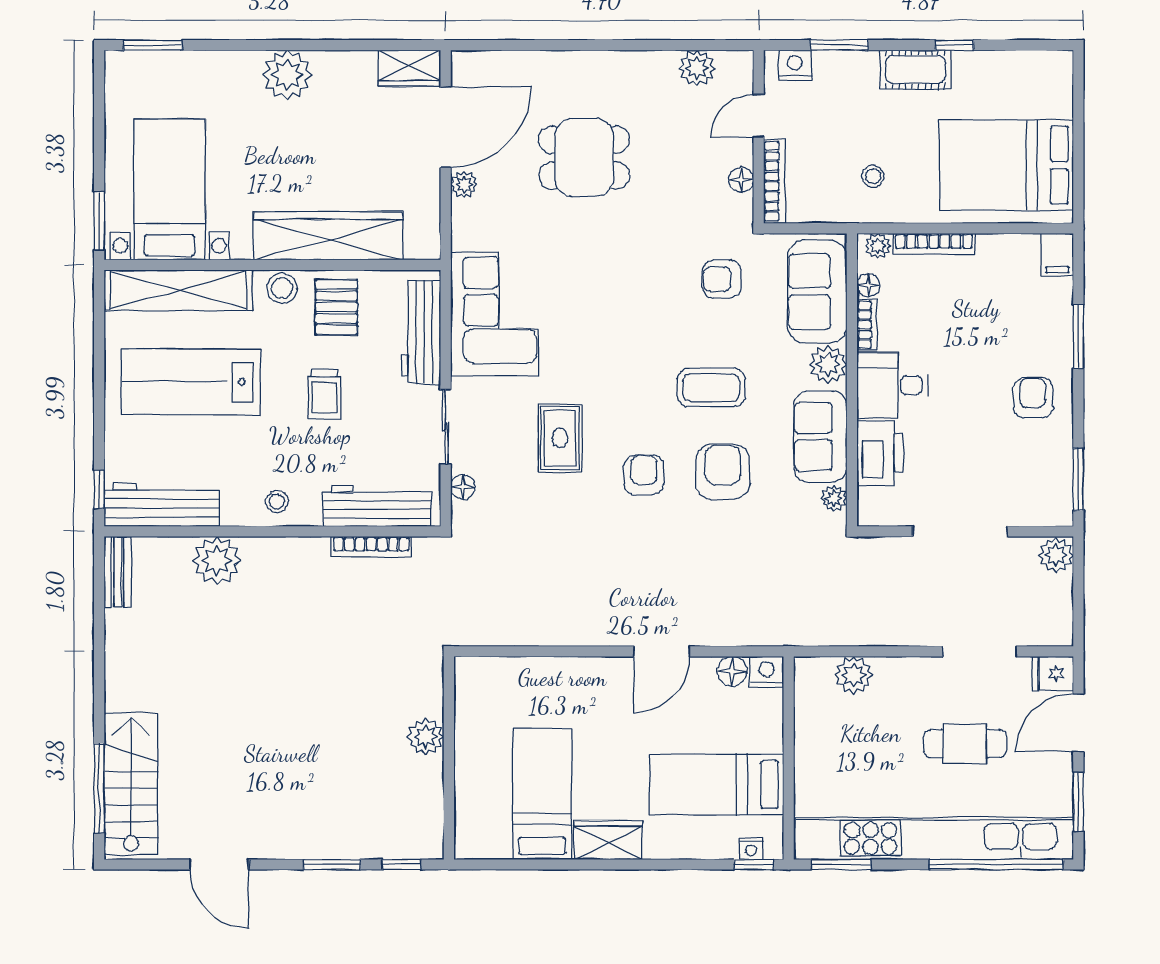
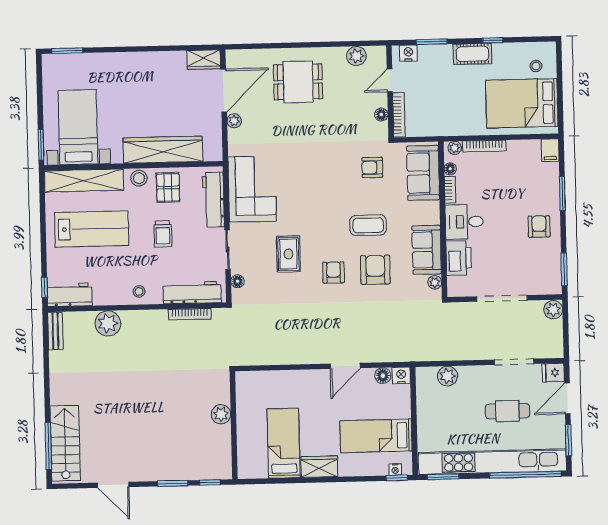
plant: (287, 75) -> (139, 65), removed
dining table: (584, 158) -> (298, 82), moved
stool: (873, 176) -> (536, 66), moved
plant: (828, 364) -> (430, 211), removed
lab bench: (191, 382) -> (92, 229), turned 180
workbench: (162, 505) -> (70, 295), width x0.73

